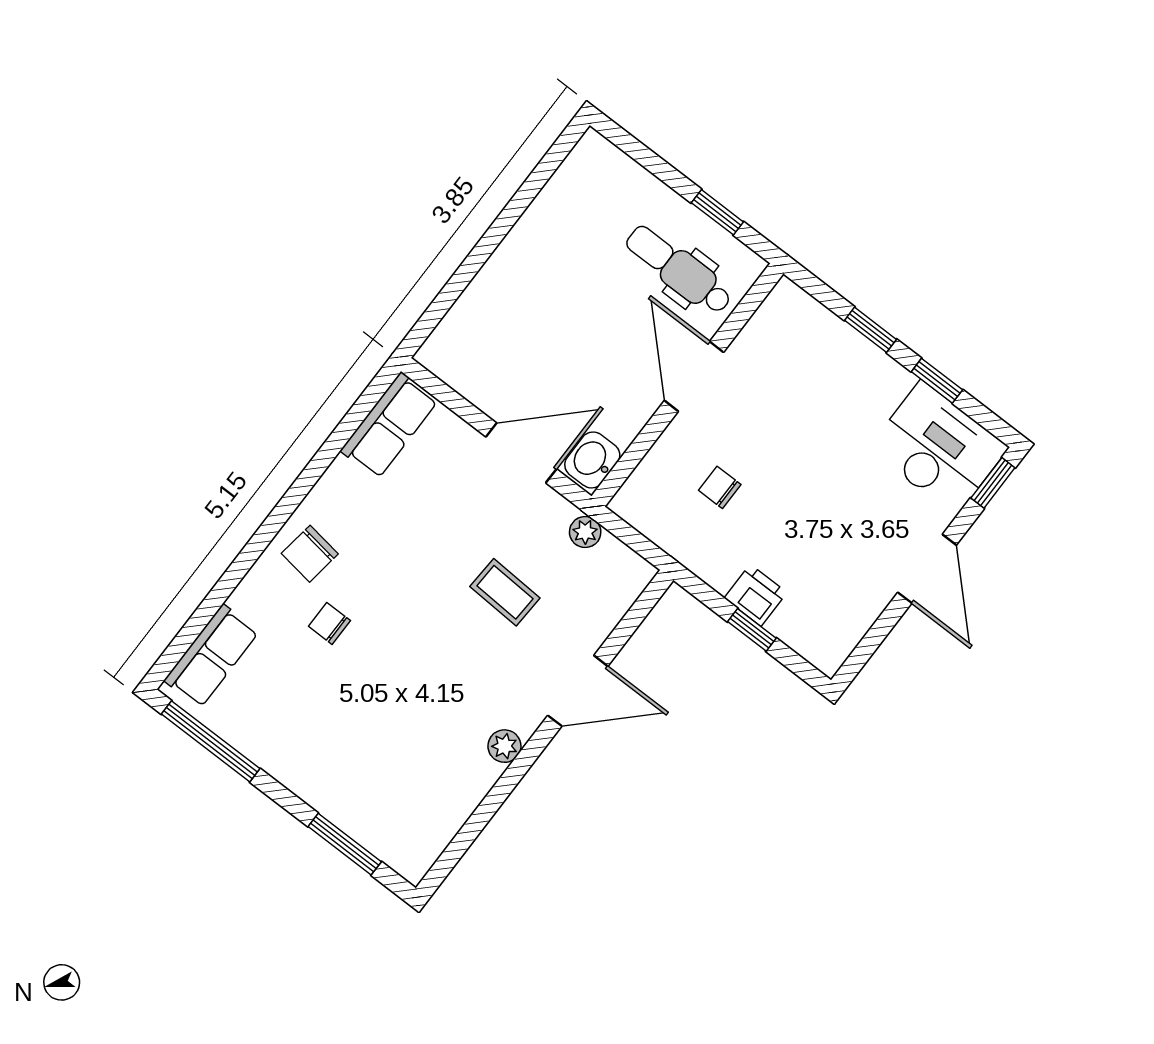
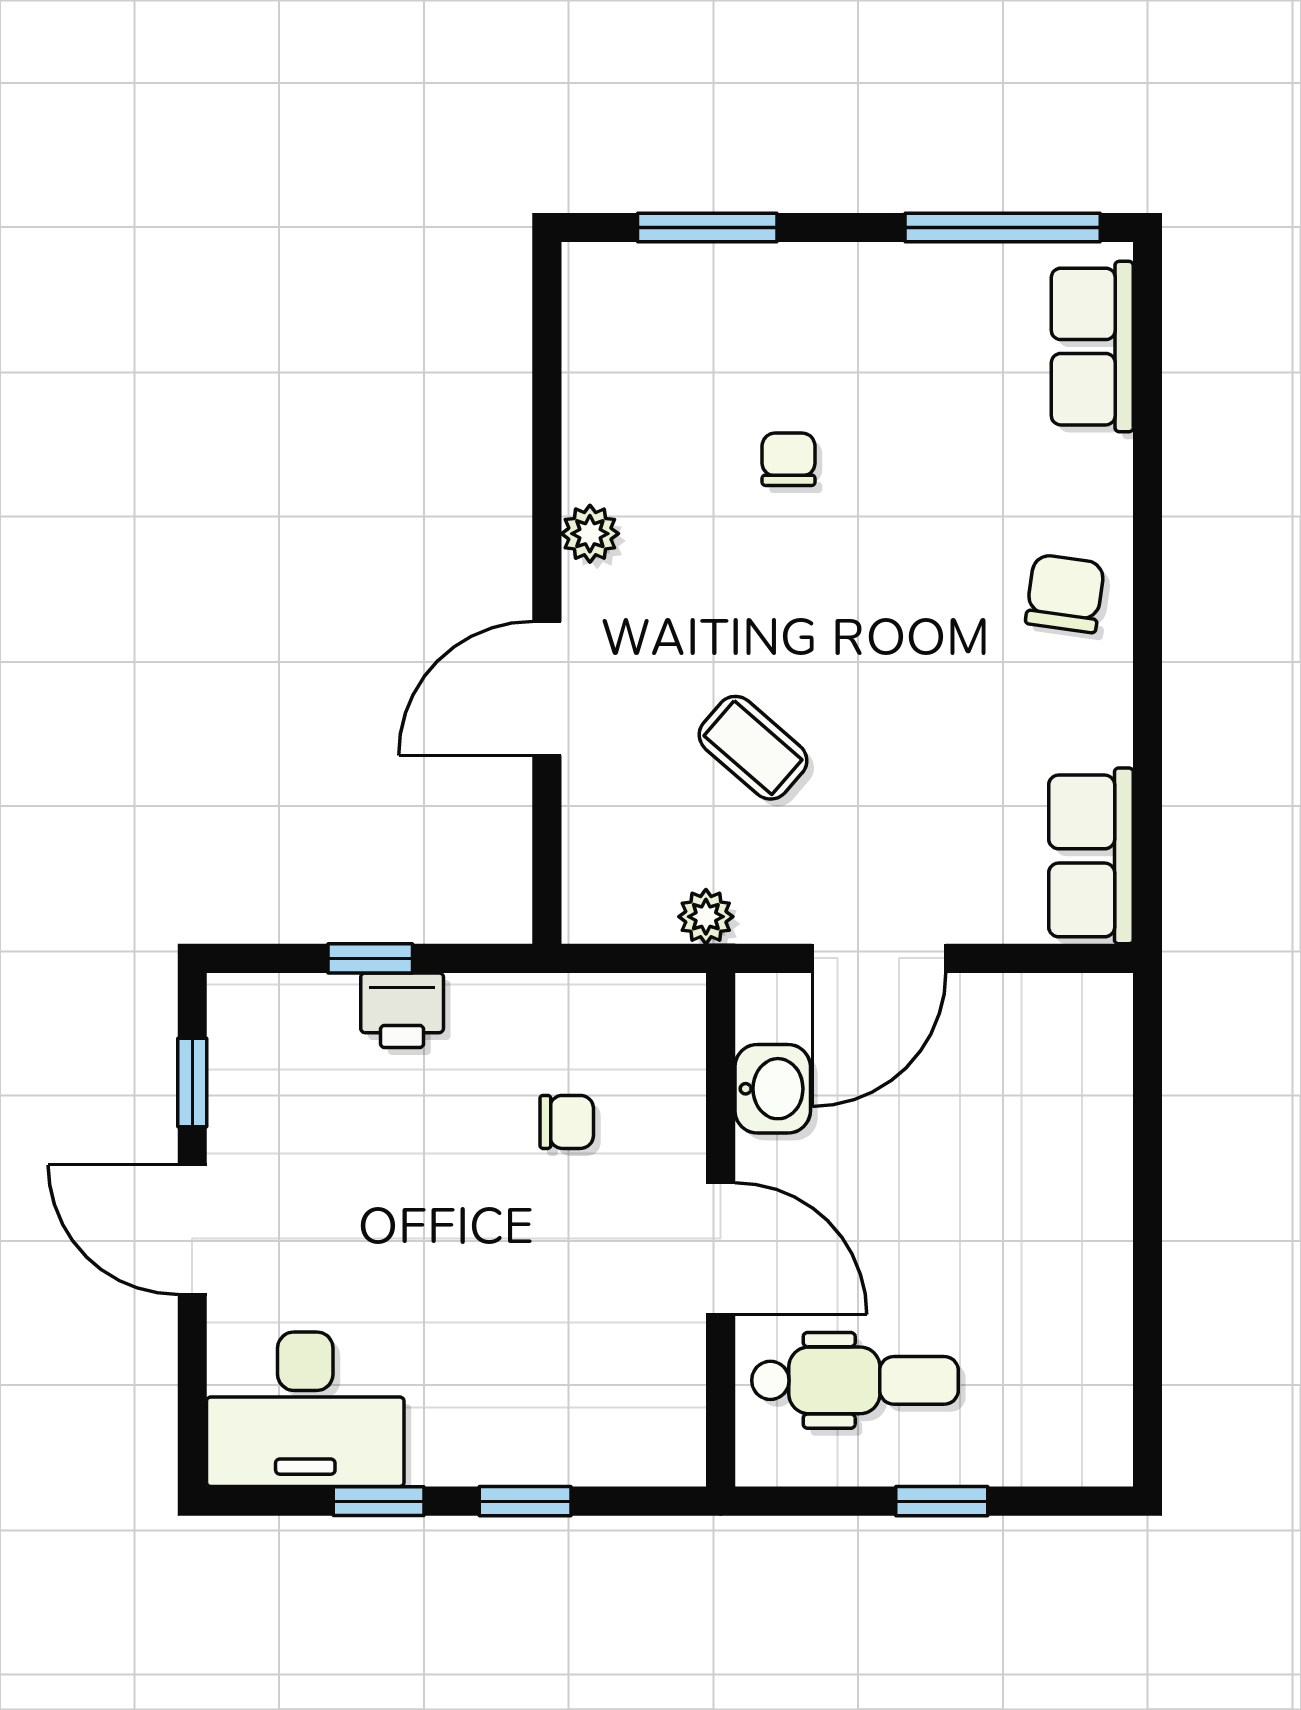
window: (717, 212) -> (942, 1501), moved
washbasin: (592, 460) -> (773, 1089), moved
window: (993, 483) -> (192, 1082), moved
coffee table: (505, 592) -> (753, 748), turned 38
chair: (329, 623) -> (789, 459), moved, turned -90

